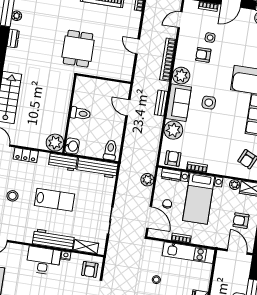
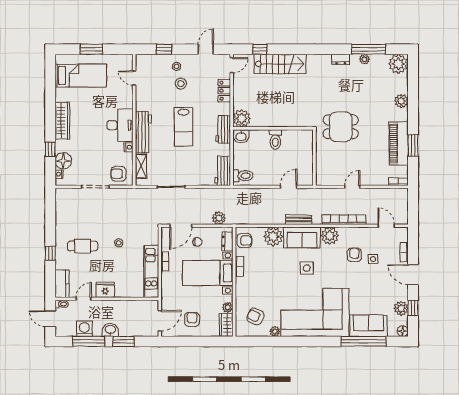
workbench: (97, 168) -> (223, 171), width x0.73

